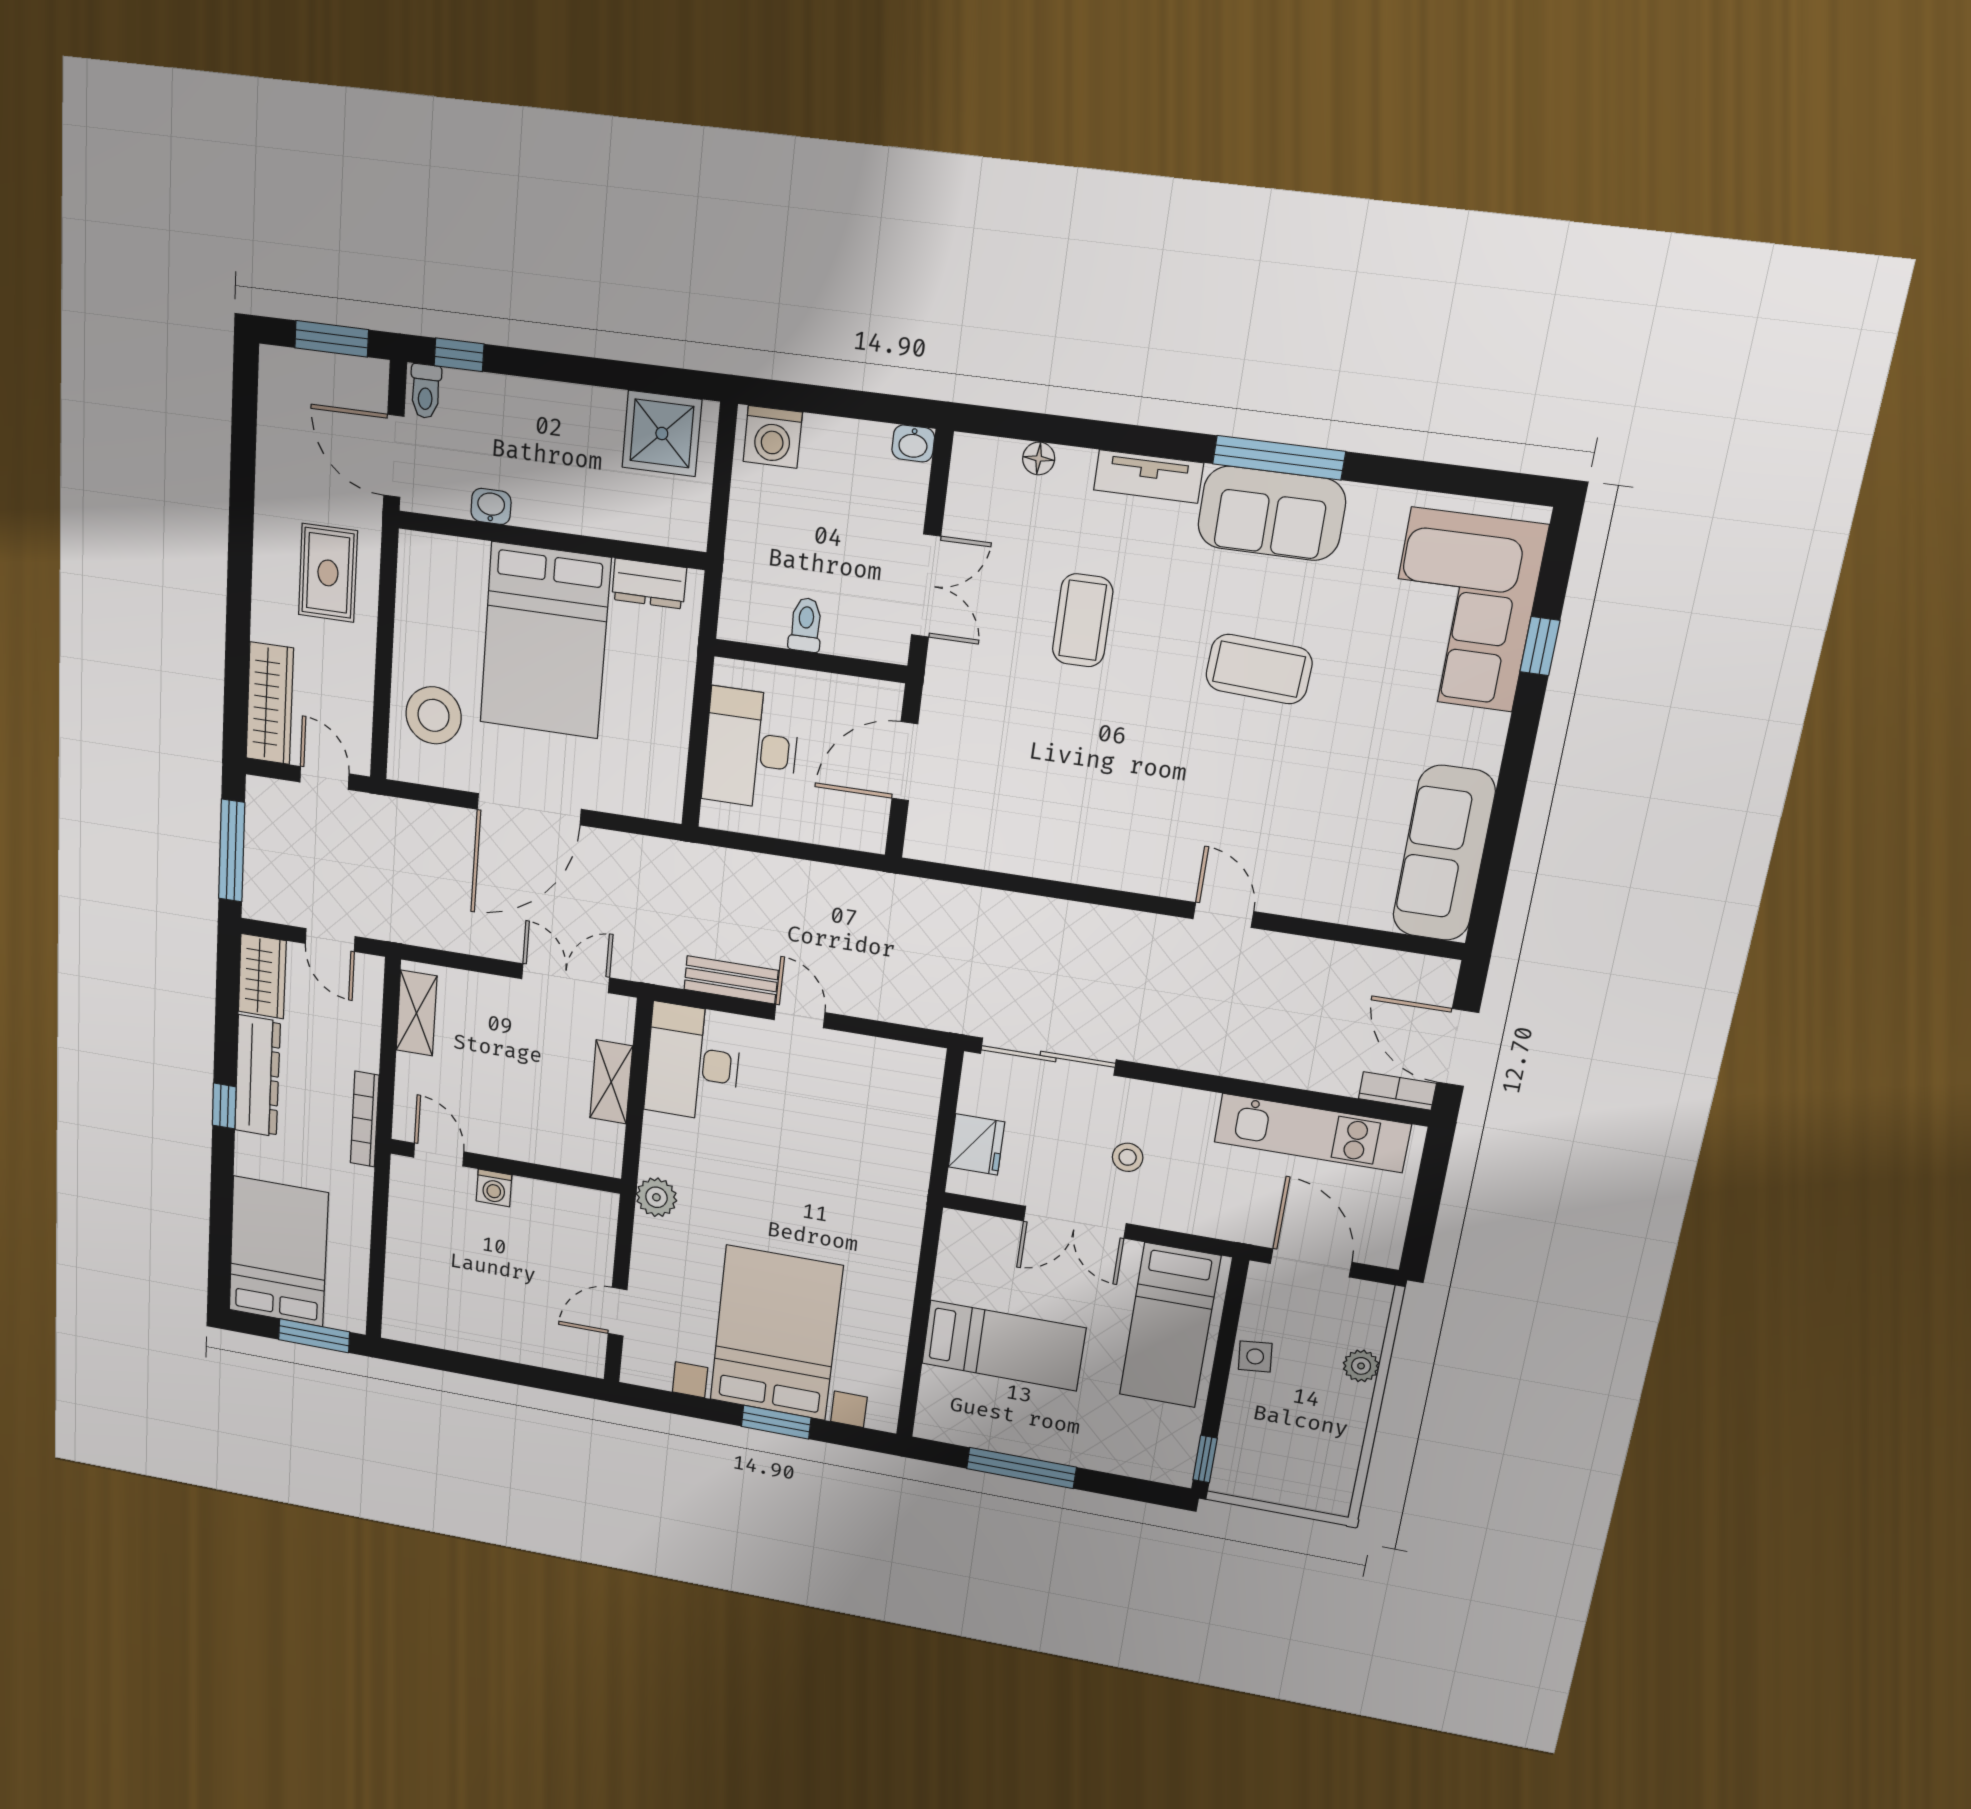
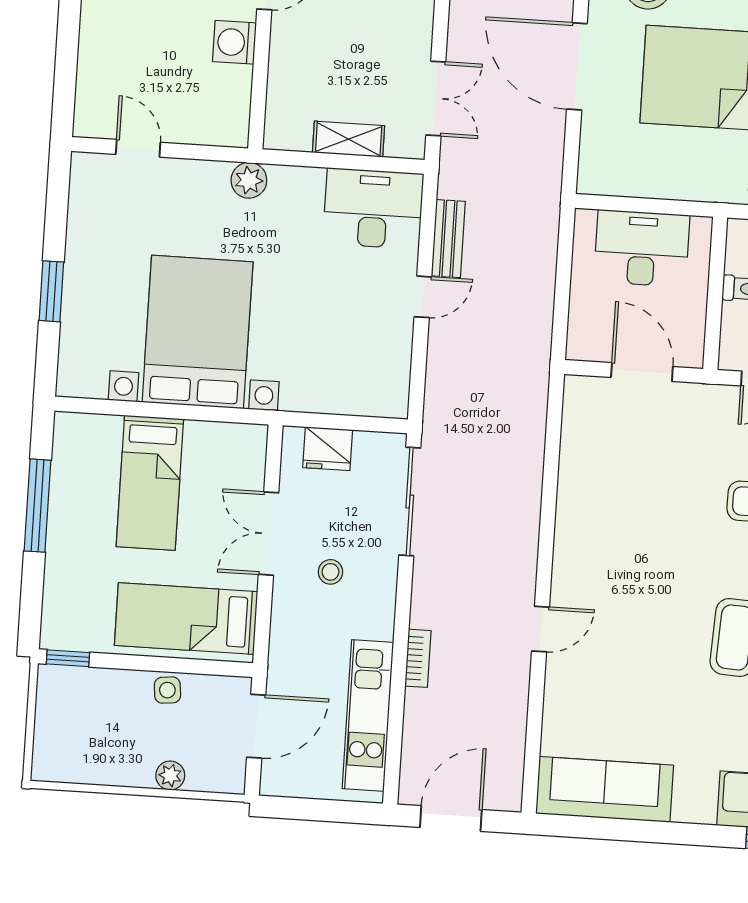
bookcase: (1397, 1091) -> (418, 658), moved
washing machine: (494, 1188) -> (234, 42), width x1.38, depth x1.38
bed with nightstands: (776, 1333) -> (198, 332), moved, turned -90

